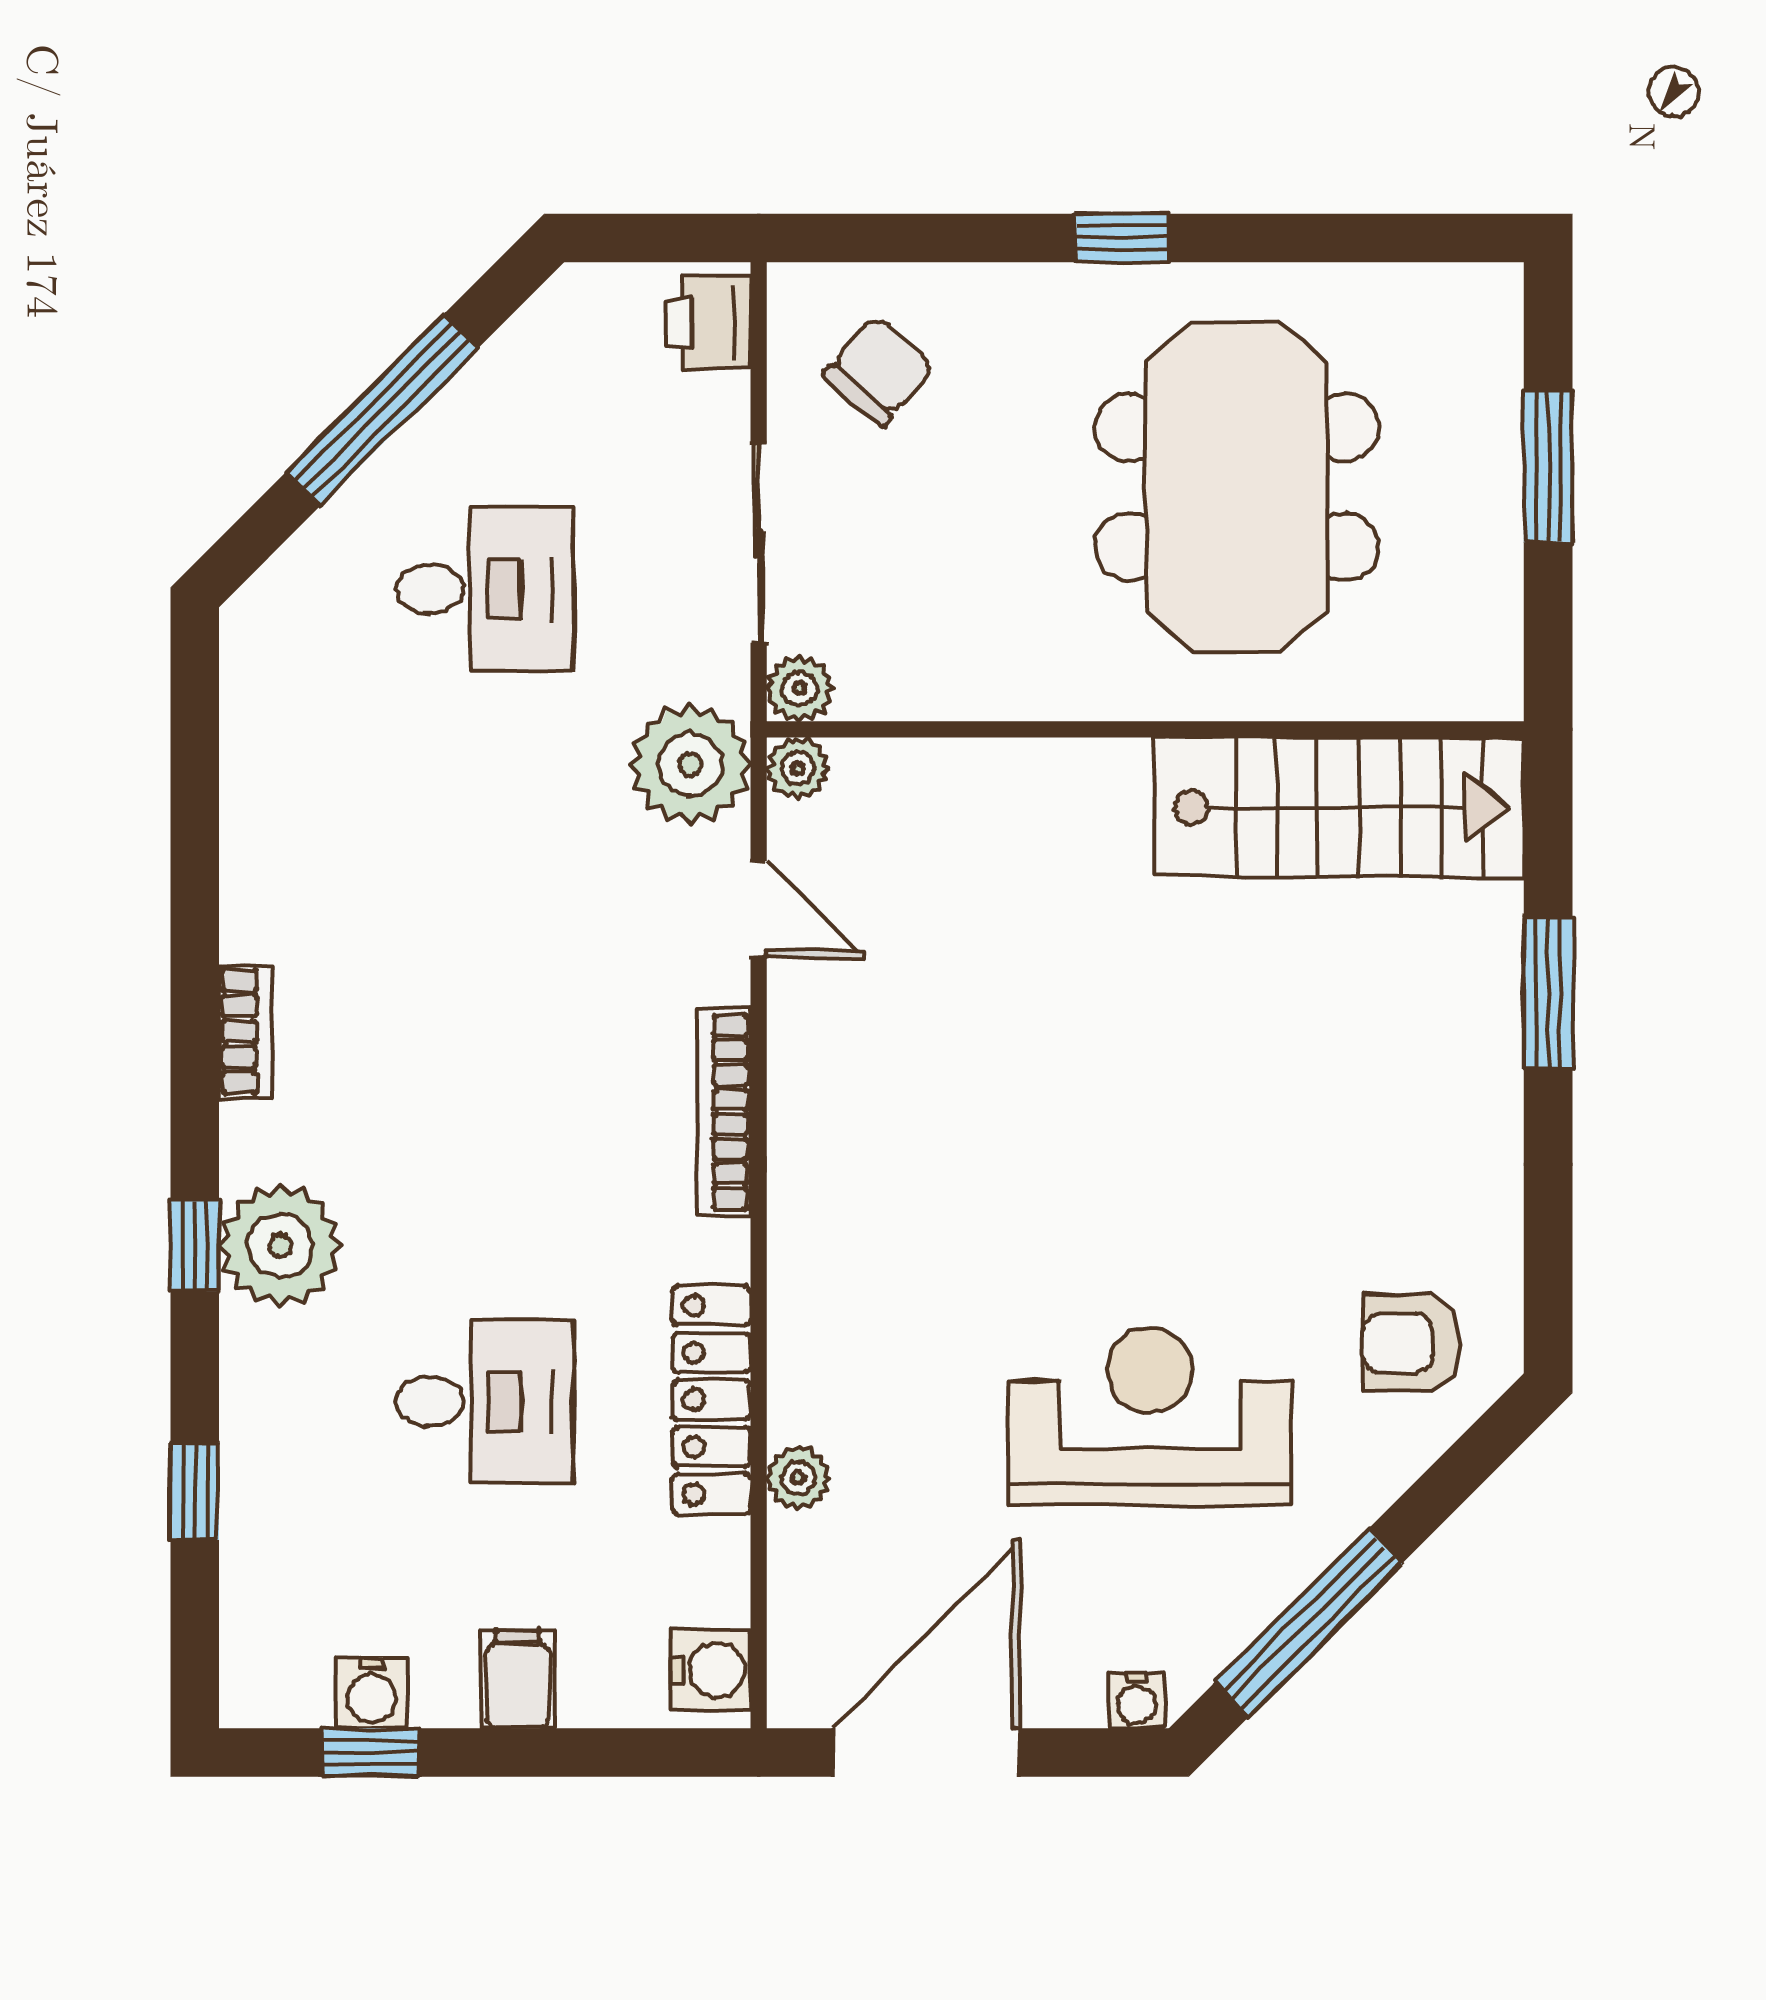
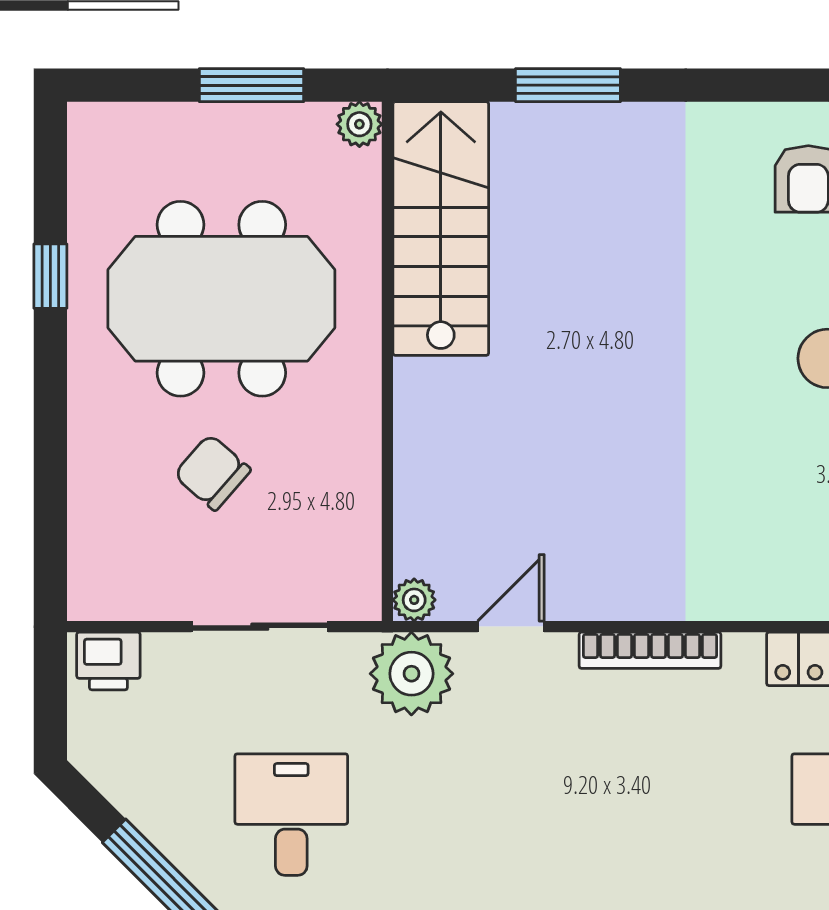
window: (1122, 238) -> (50, 276), moved
chair: (879, 371) -> (212, 472), moved
window: (1548, 466) -> (252, 85), moved
plant: (800, 688) -> (359, 124), moved

